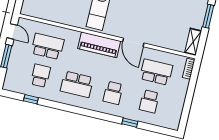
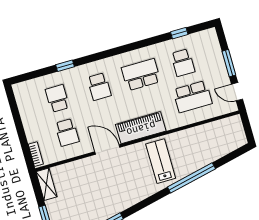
school desk: (156, 72) -> (67, 132), width x0.54
school desk: (113, 93) -> (99, 87), turned 180

